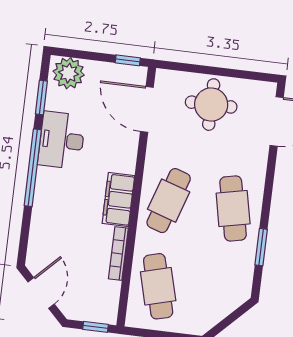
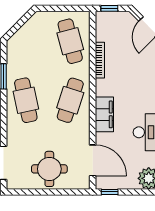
filing cabinet: (118, 200) -> (104, 114), moved

